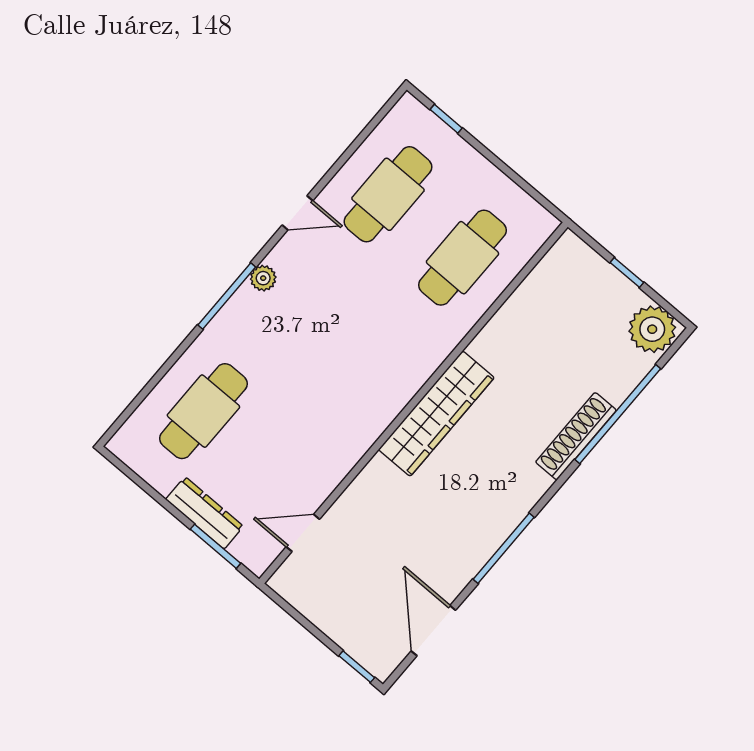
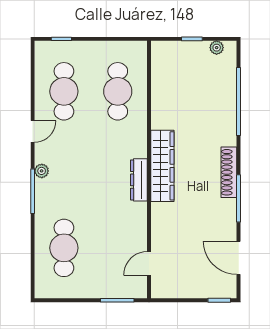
plant: (652, 329) -> (217, 48), width x0.53, depth x0.53
shoe rack: (576, 436) -> (229, 172), moved
dresser: (204, 513) -> (139, 180), moved, turned -90

